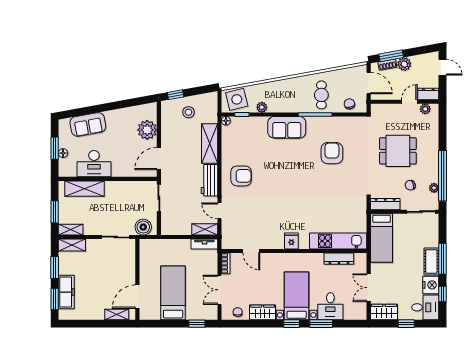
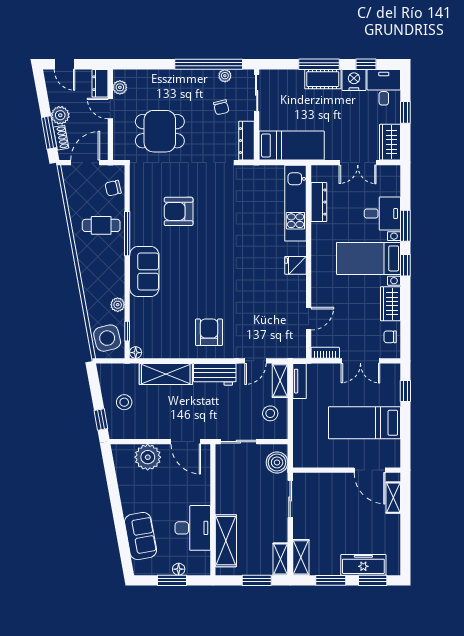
door: (443, 67) -> (64, 64), swing flipped
dining table: (398, 151) -> (160, 131), moved, turned 90
stool: (180, 222) -> (270, 413), added

